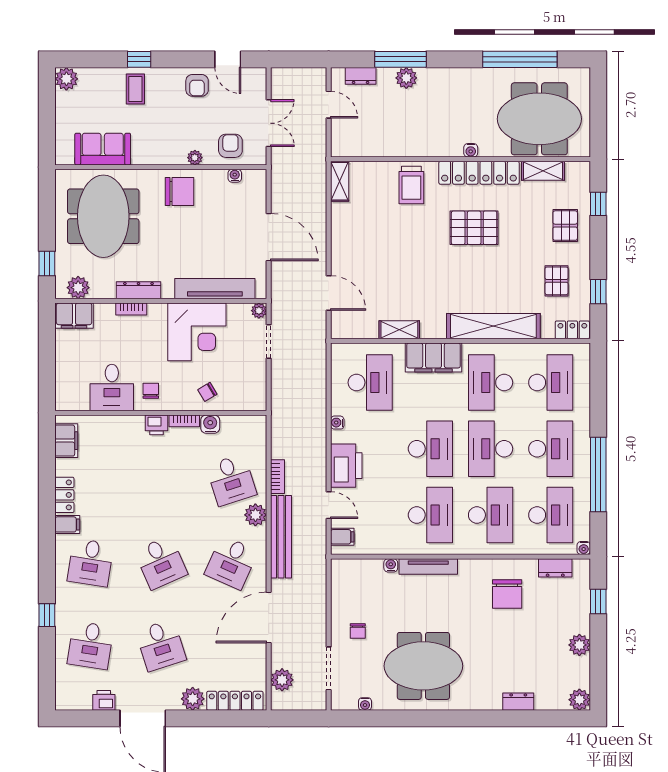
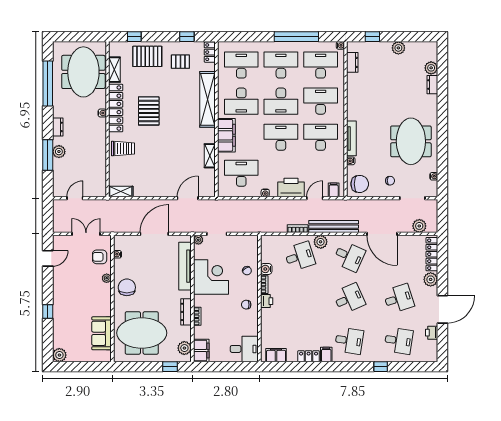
dresser: (361, 76) -> (58, 127), moved
armchair: (197, 85) -> (63, 277), removed
coffee table: (135, 89) -> (66, 314), removed
pallet: (565, 226) -> (147, 56), width x1.50, depth x1.42
desk: (112, 387) -> (244, 349), moved
chair: (507, 594) -> (360, 184), moved
plant: (579, 700) -> (431, 68), moved

